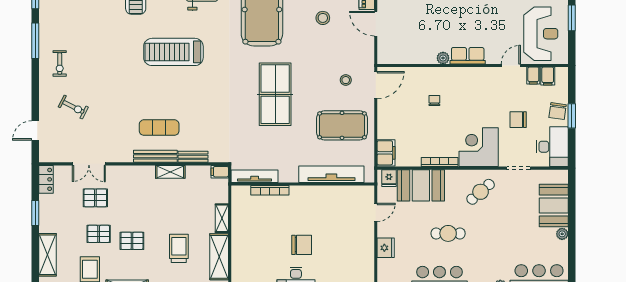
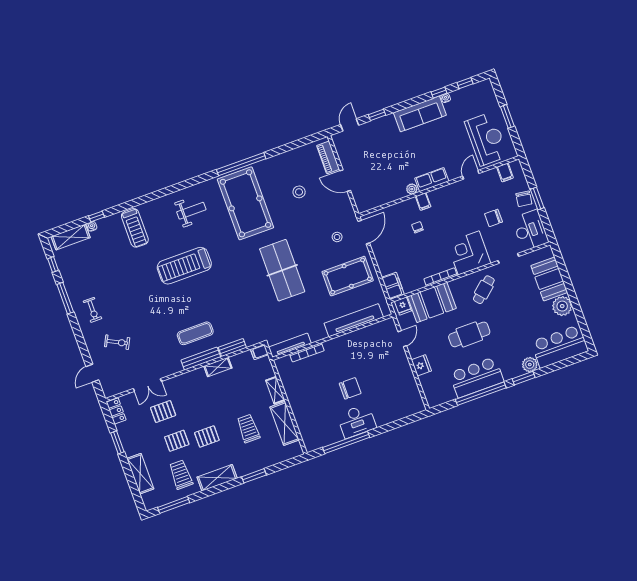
filing cabinet: (533, 75) -> (423, 202), moved
cafe table: (448, 233) -> (469, 334), width x1.37, depth x1.35
plant: (562, 234) -> (562, 306), width x1.87, depth x1.87

